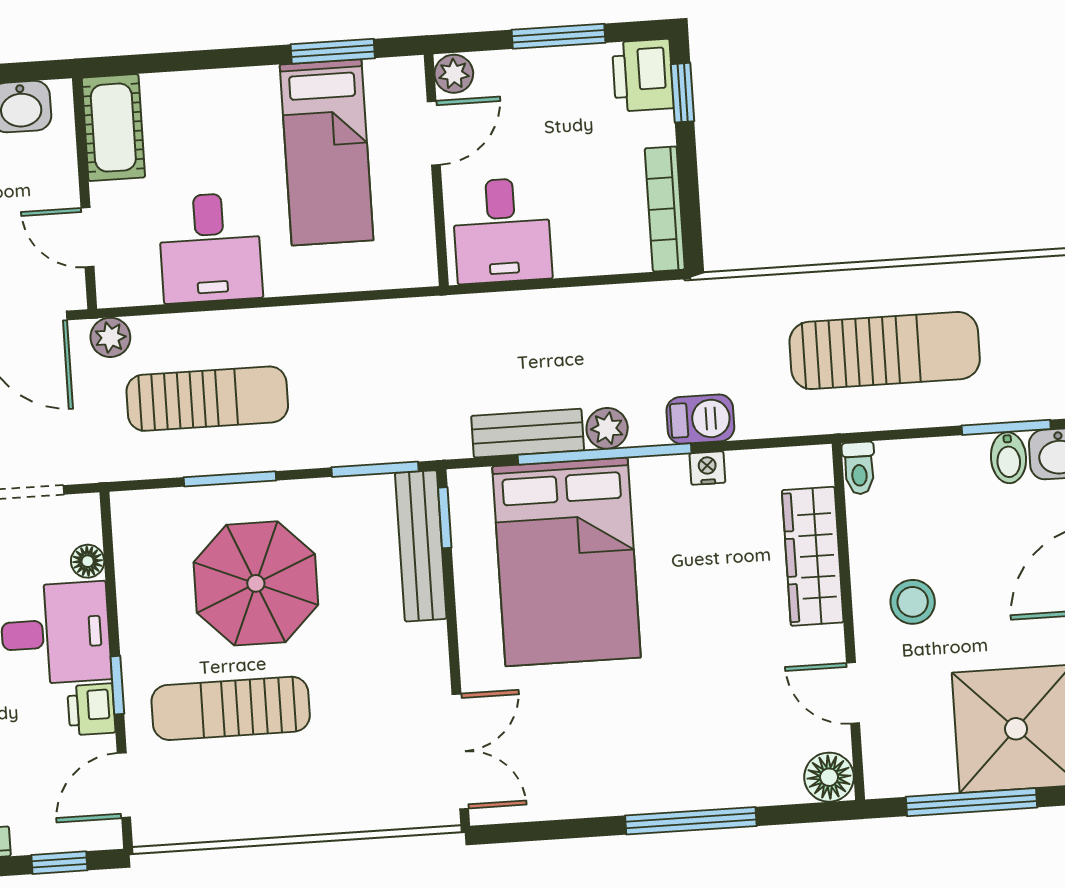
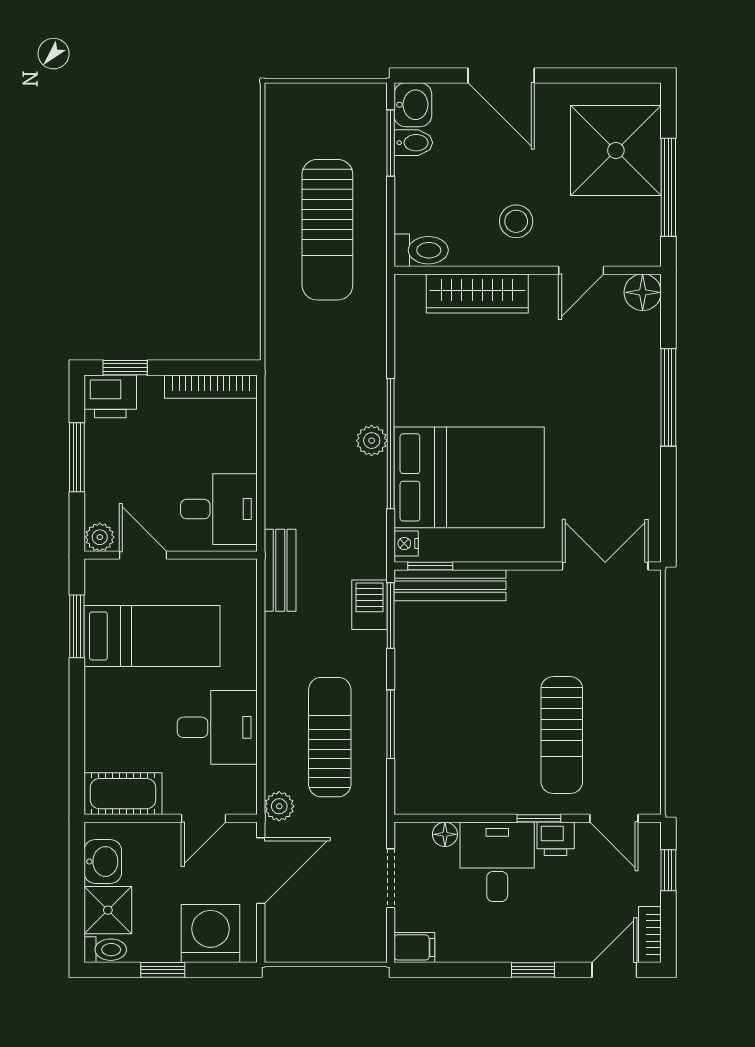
sun lounger: (885, 351) -> (327, 230), turned 180
barbecue: (700, 419) -> (369, 605), moved
bench: (528, 433) -> (280, 570), moved
nightstand: (707, 468) -> (406, 543), moved
toilet: (859, 468) -> (421, 250), width x1.37, depth x1.39
parasol: (256, 583) -> (470, 710), removed

